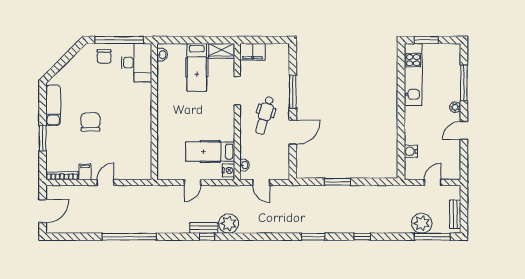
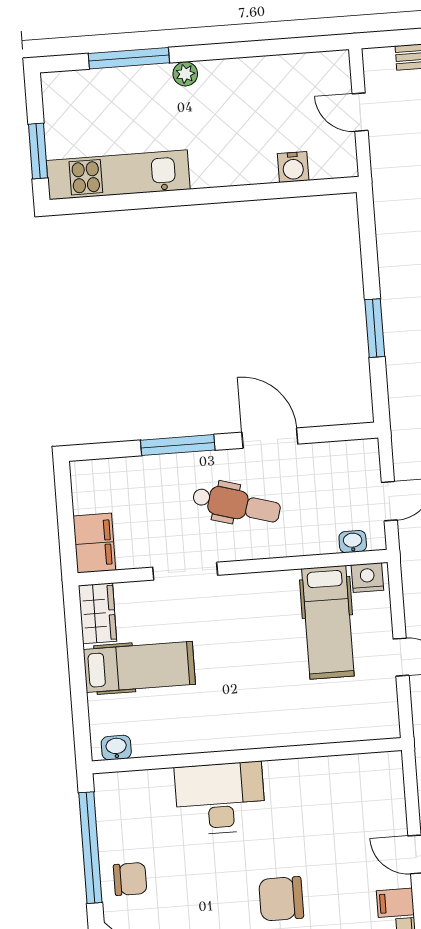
desk: (136, 63) -> (220, 798), moved
door: (464, 130) -> (237, 50), removed

